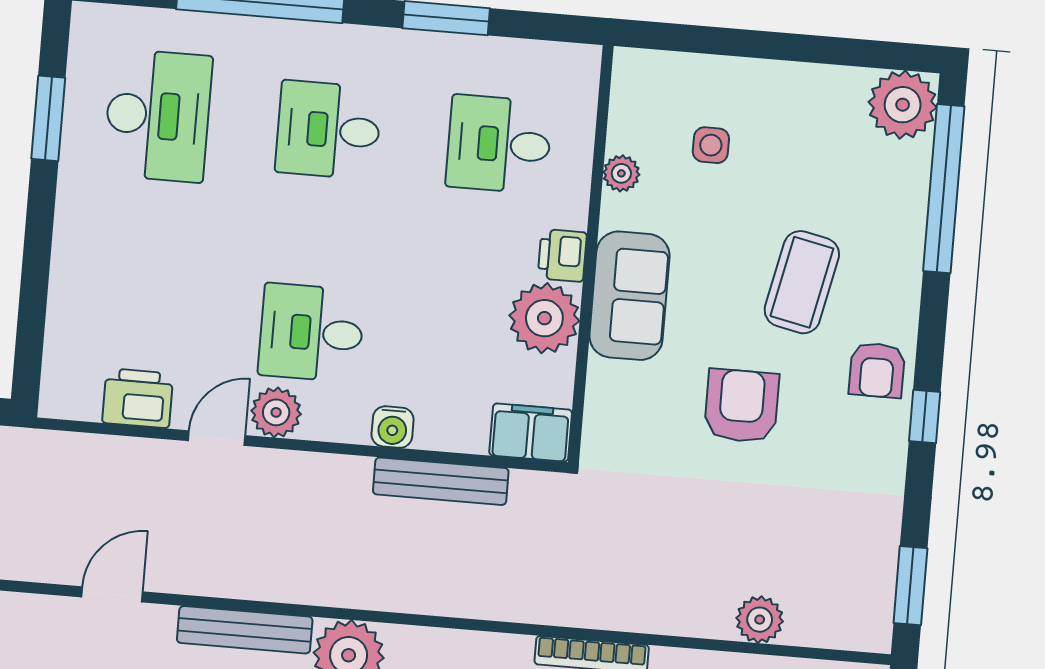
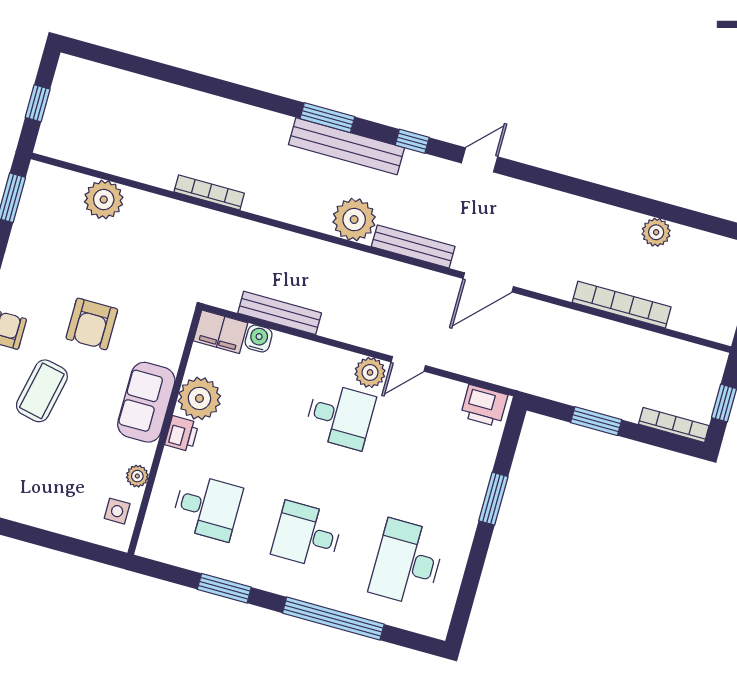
window: (48, 118) -> (493, 499), moved
desk: (328, 130) -> (307, 535), turned 180
side table: (711, 145) -> (117, 511), moved
printer: (138, 398) -> (484, 406), moved
water cooler: (393, 427) -> (259, 338), moved
door: (112, 594) -> (488, 282), width x1.38
plant: (760, 620) -> (104, 200), width x1.36, depth x1.36

